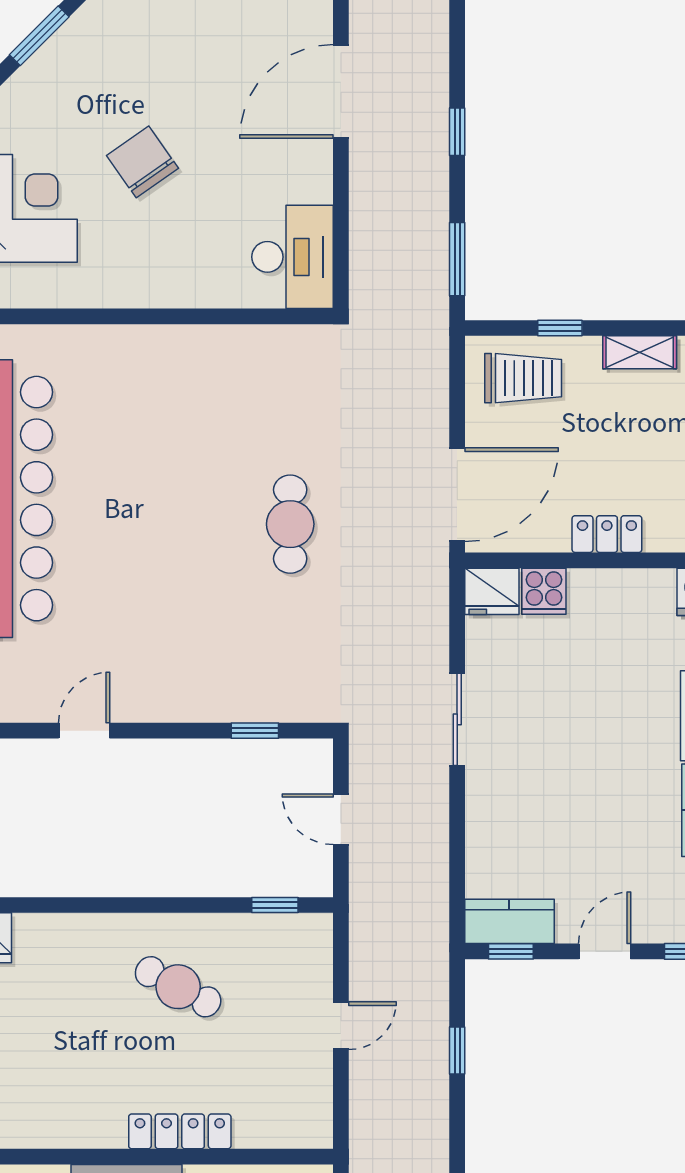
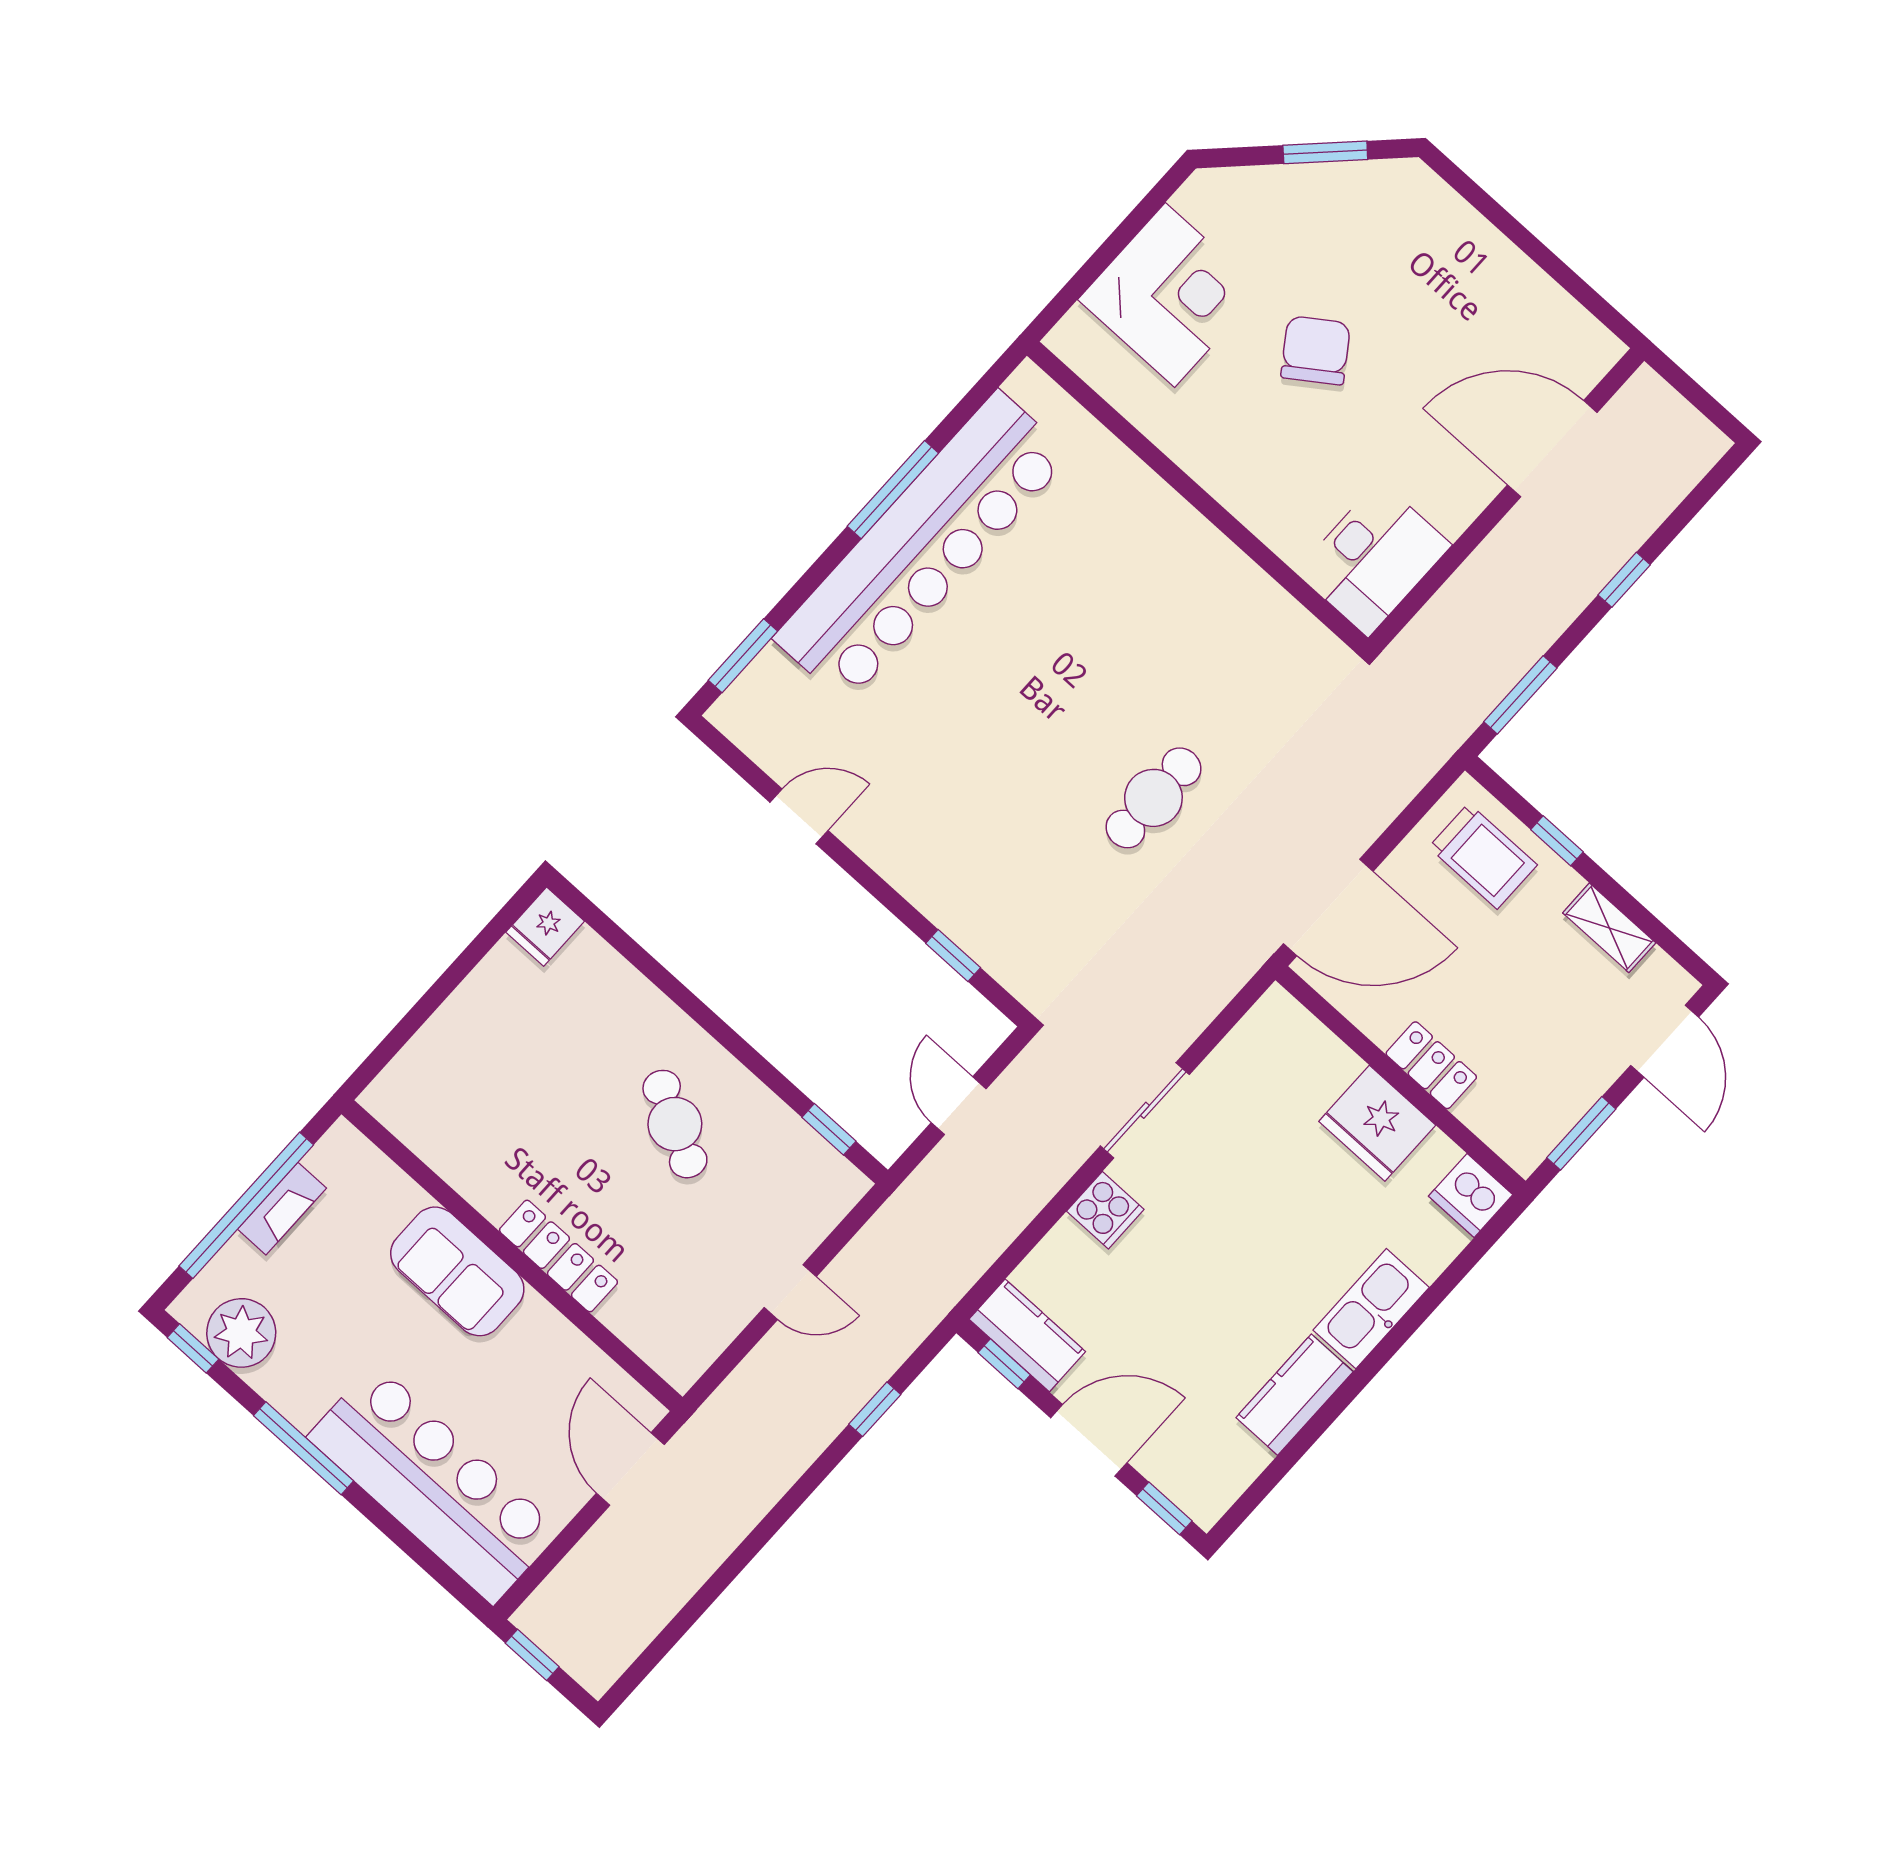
fridge: (492, 591) -> (1377, 1123), moved, width x1.36, depth x1.34
cooker: (544, 591) -> (1105, 1210), moved, turned -90
door: (605, 951) -> (1089, 1440), width x1.38

